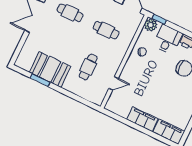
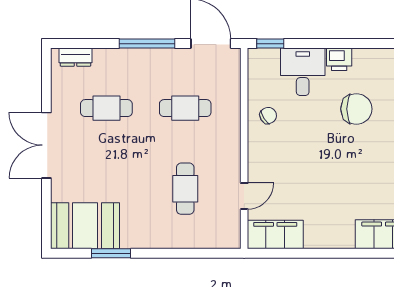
plant: (151, 25) -> (260, 60), removed
booth: (50, 69) -> (85, 226), moved
filing cabinet: (142, 119) -> (275, 234), moved

